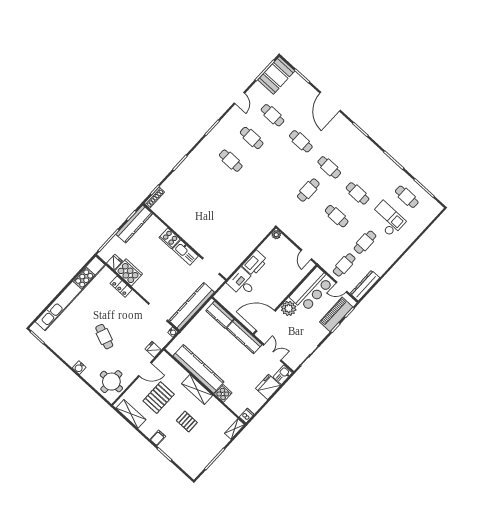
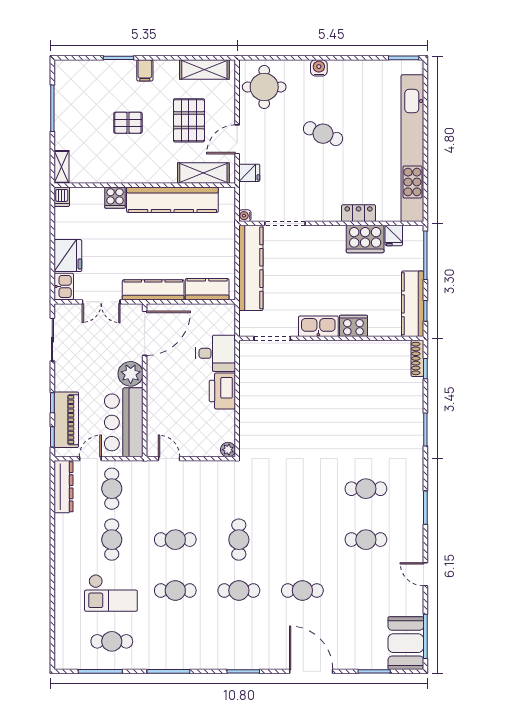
cafe table: (273, 115) -> (366, 590), removed
shelving: (197, 390) -> (203, 173), moved

